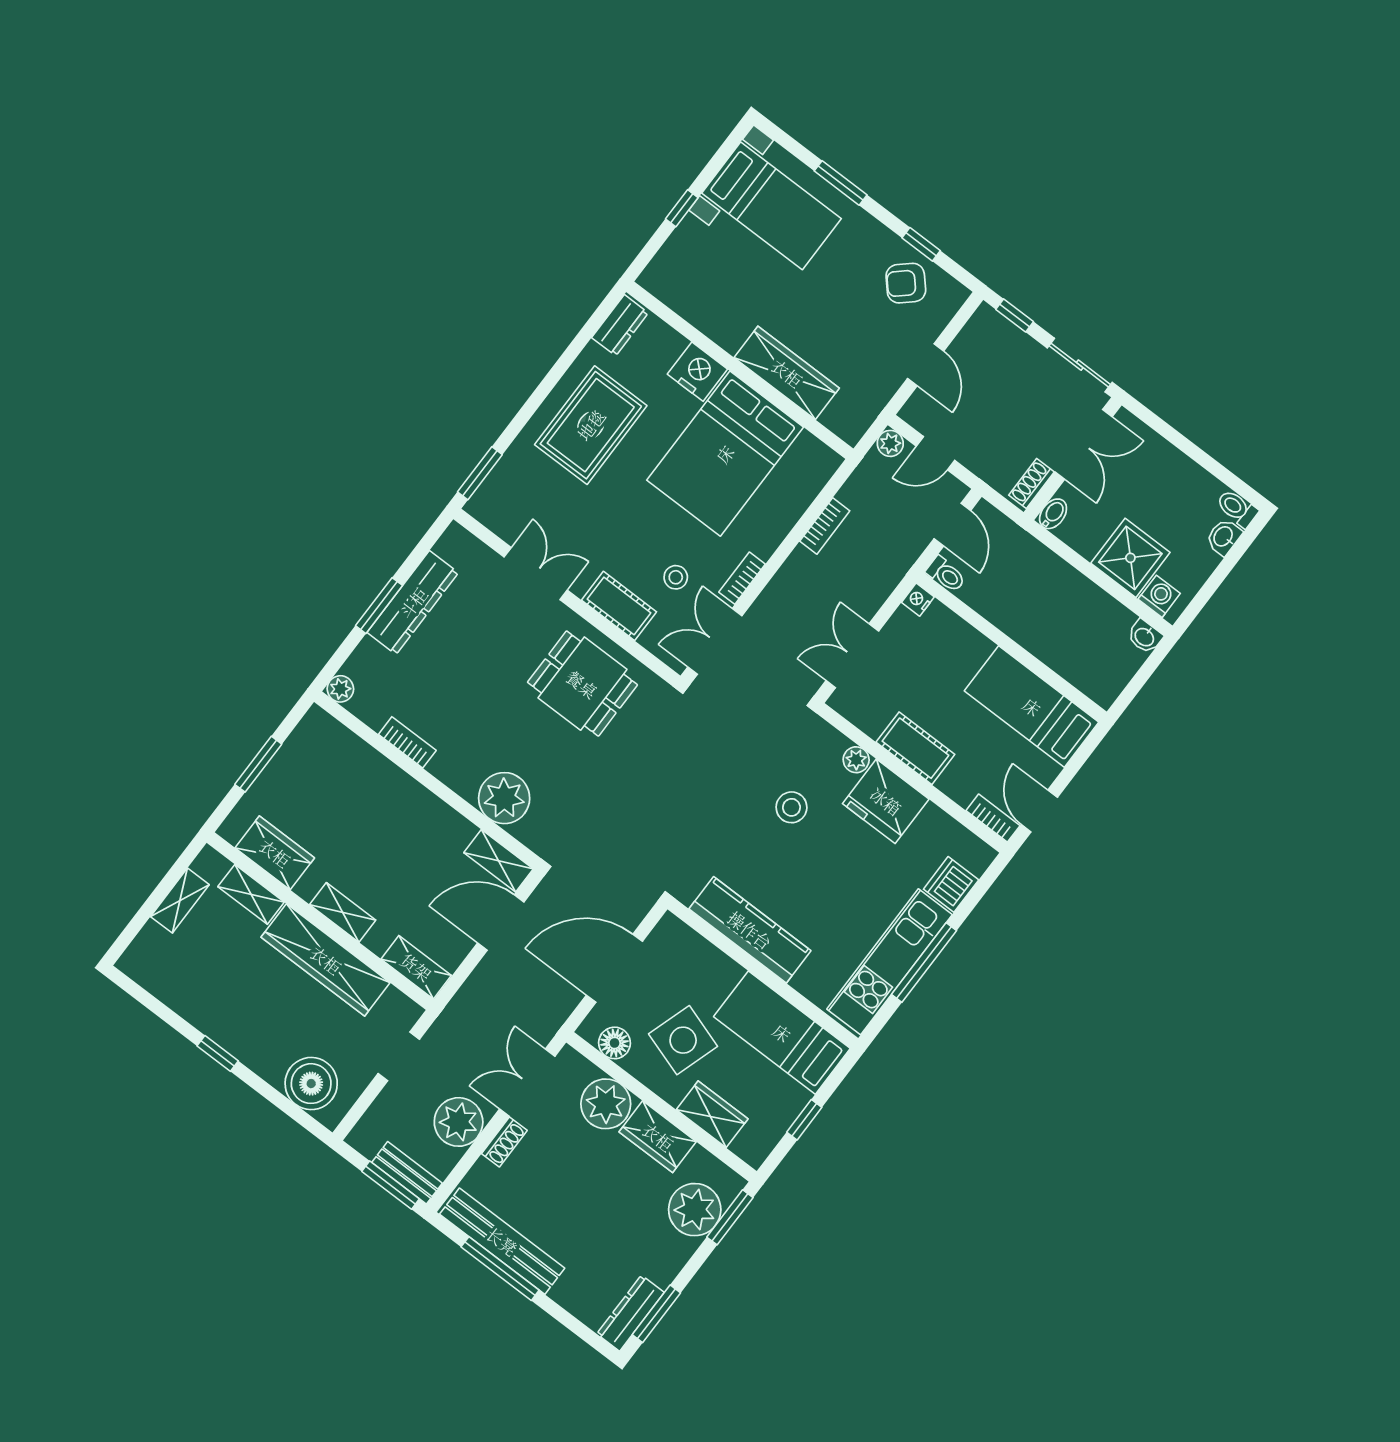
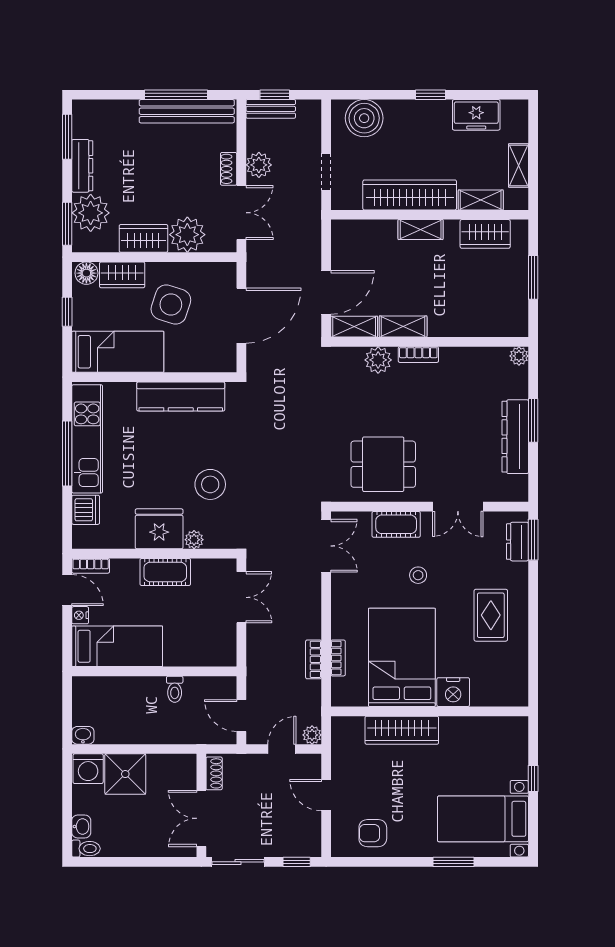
window: (921, 244) -> (381, 862), removed
armchair: (906, 283) -> (373, 833), turned -138
dresser: (620, 325) -> (518, 542), moved
rug: (591, 425) -> (491, 615), width x0.73, depth x0.70
bidet: (1053, 514) -> (189, 765), removed
toilet: (946, 574) -> (175, 689), moved, turned -90
stool: (676, 577) -> (418, 575), moved
bookcase: (742, 578) -> (338, 658), moved
washing machine: (1159, 596) -> (88, 769), width x1.38, depth x1.38
nightstand: (918, 600) -> (80, 615), moved, turned 180
bookcase: (407, 742) -> (418, 355), moved
plant: (504, 798) -> (378, 360), width x0.73, depth x0.73
stool: (791, 807) -> (210, 484), width x1.38, depth x1.38
shelving: (416, 967) -> (403, 326), moved
freezer: (184, 993) -> (476, 115), added
floor lamp: (615, 1043) -> (86, 273), moved
plant: (459, 1122) -> (259, 165), width x0.73, depth x0.73
window: (391, 1185) -> (275, 95), width x0.67
dresser: (630, 1313) -> (82, 166), moved

